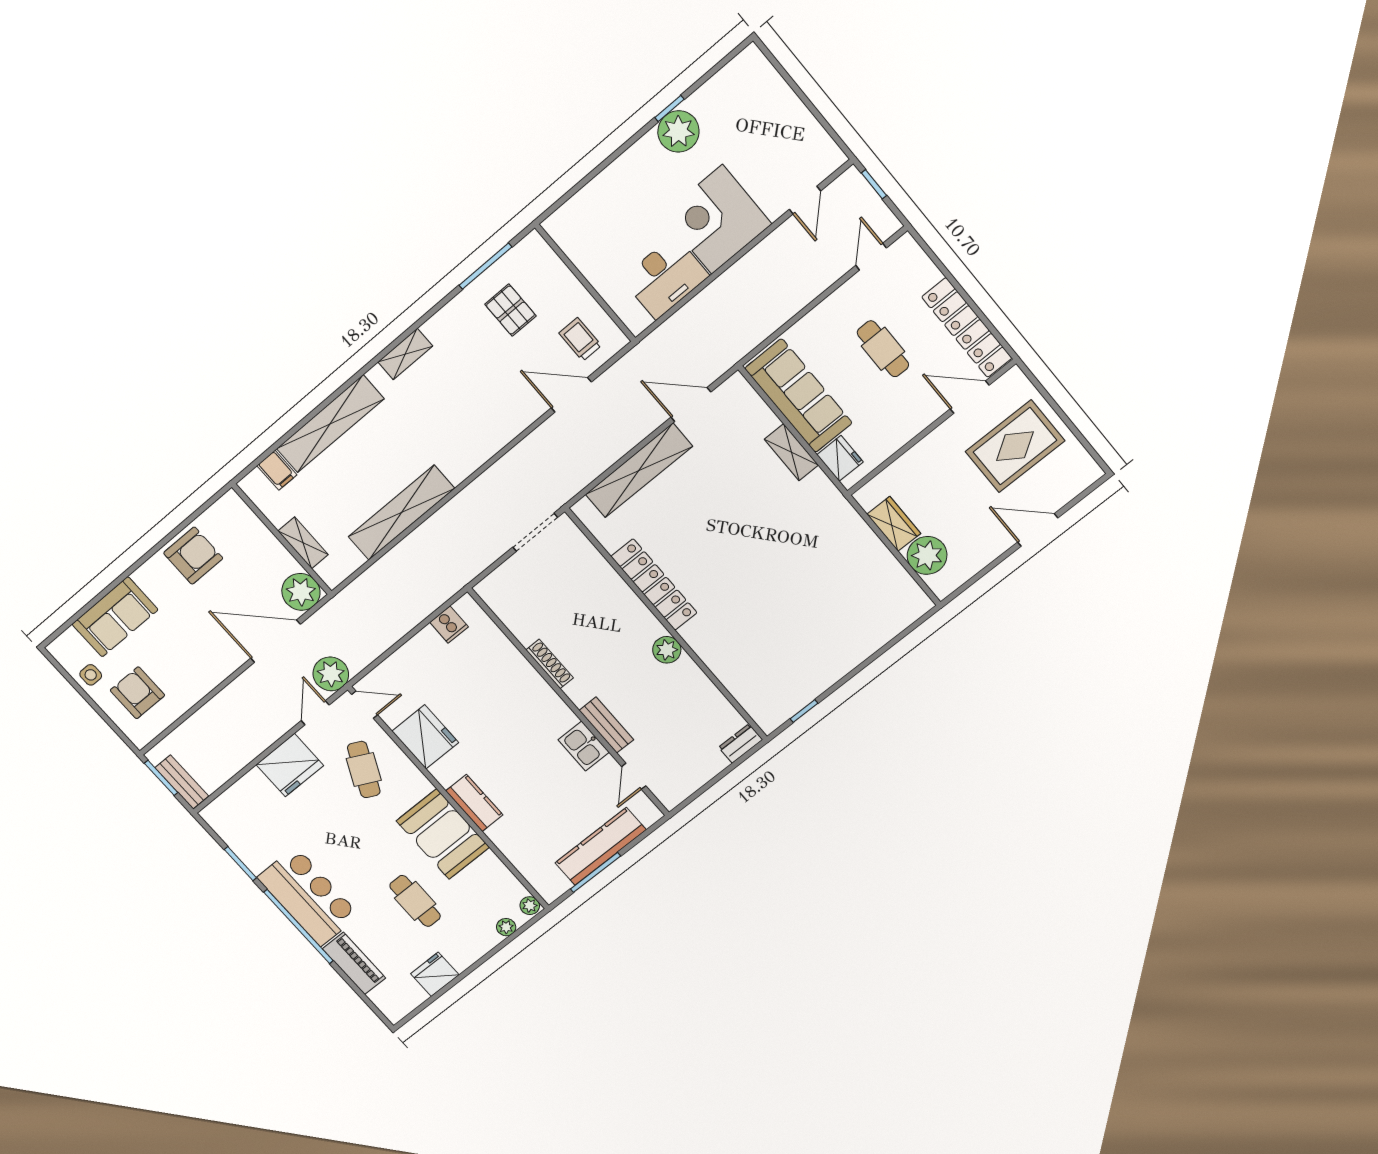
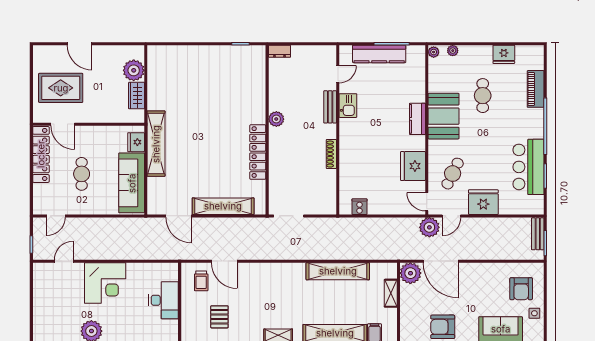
desk: (665, 277) -> (164, 300), moved, turned 90
shelving: (791, 452) -> (156, 144), width x2.20, depth x1.33
bar counter: (308, 897) -> (528, 167), moved

